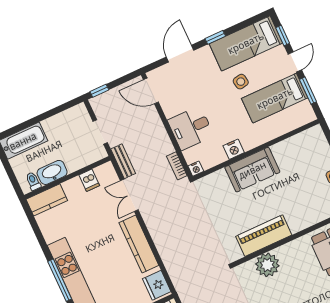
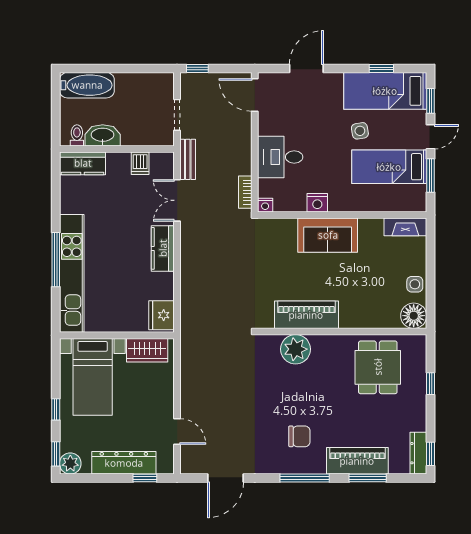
window: (215, 37) -> (381, 68), moved
fireplace: (307, 137) -> (405, 227), added
kitchen counter: (139, 244) -> (163, 248), width x0.67

